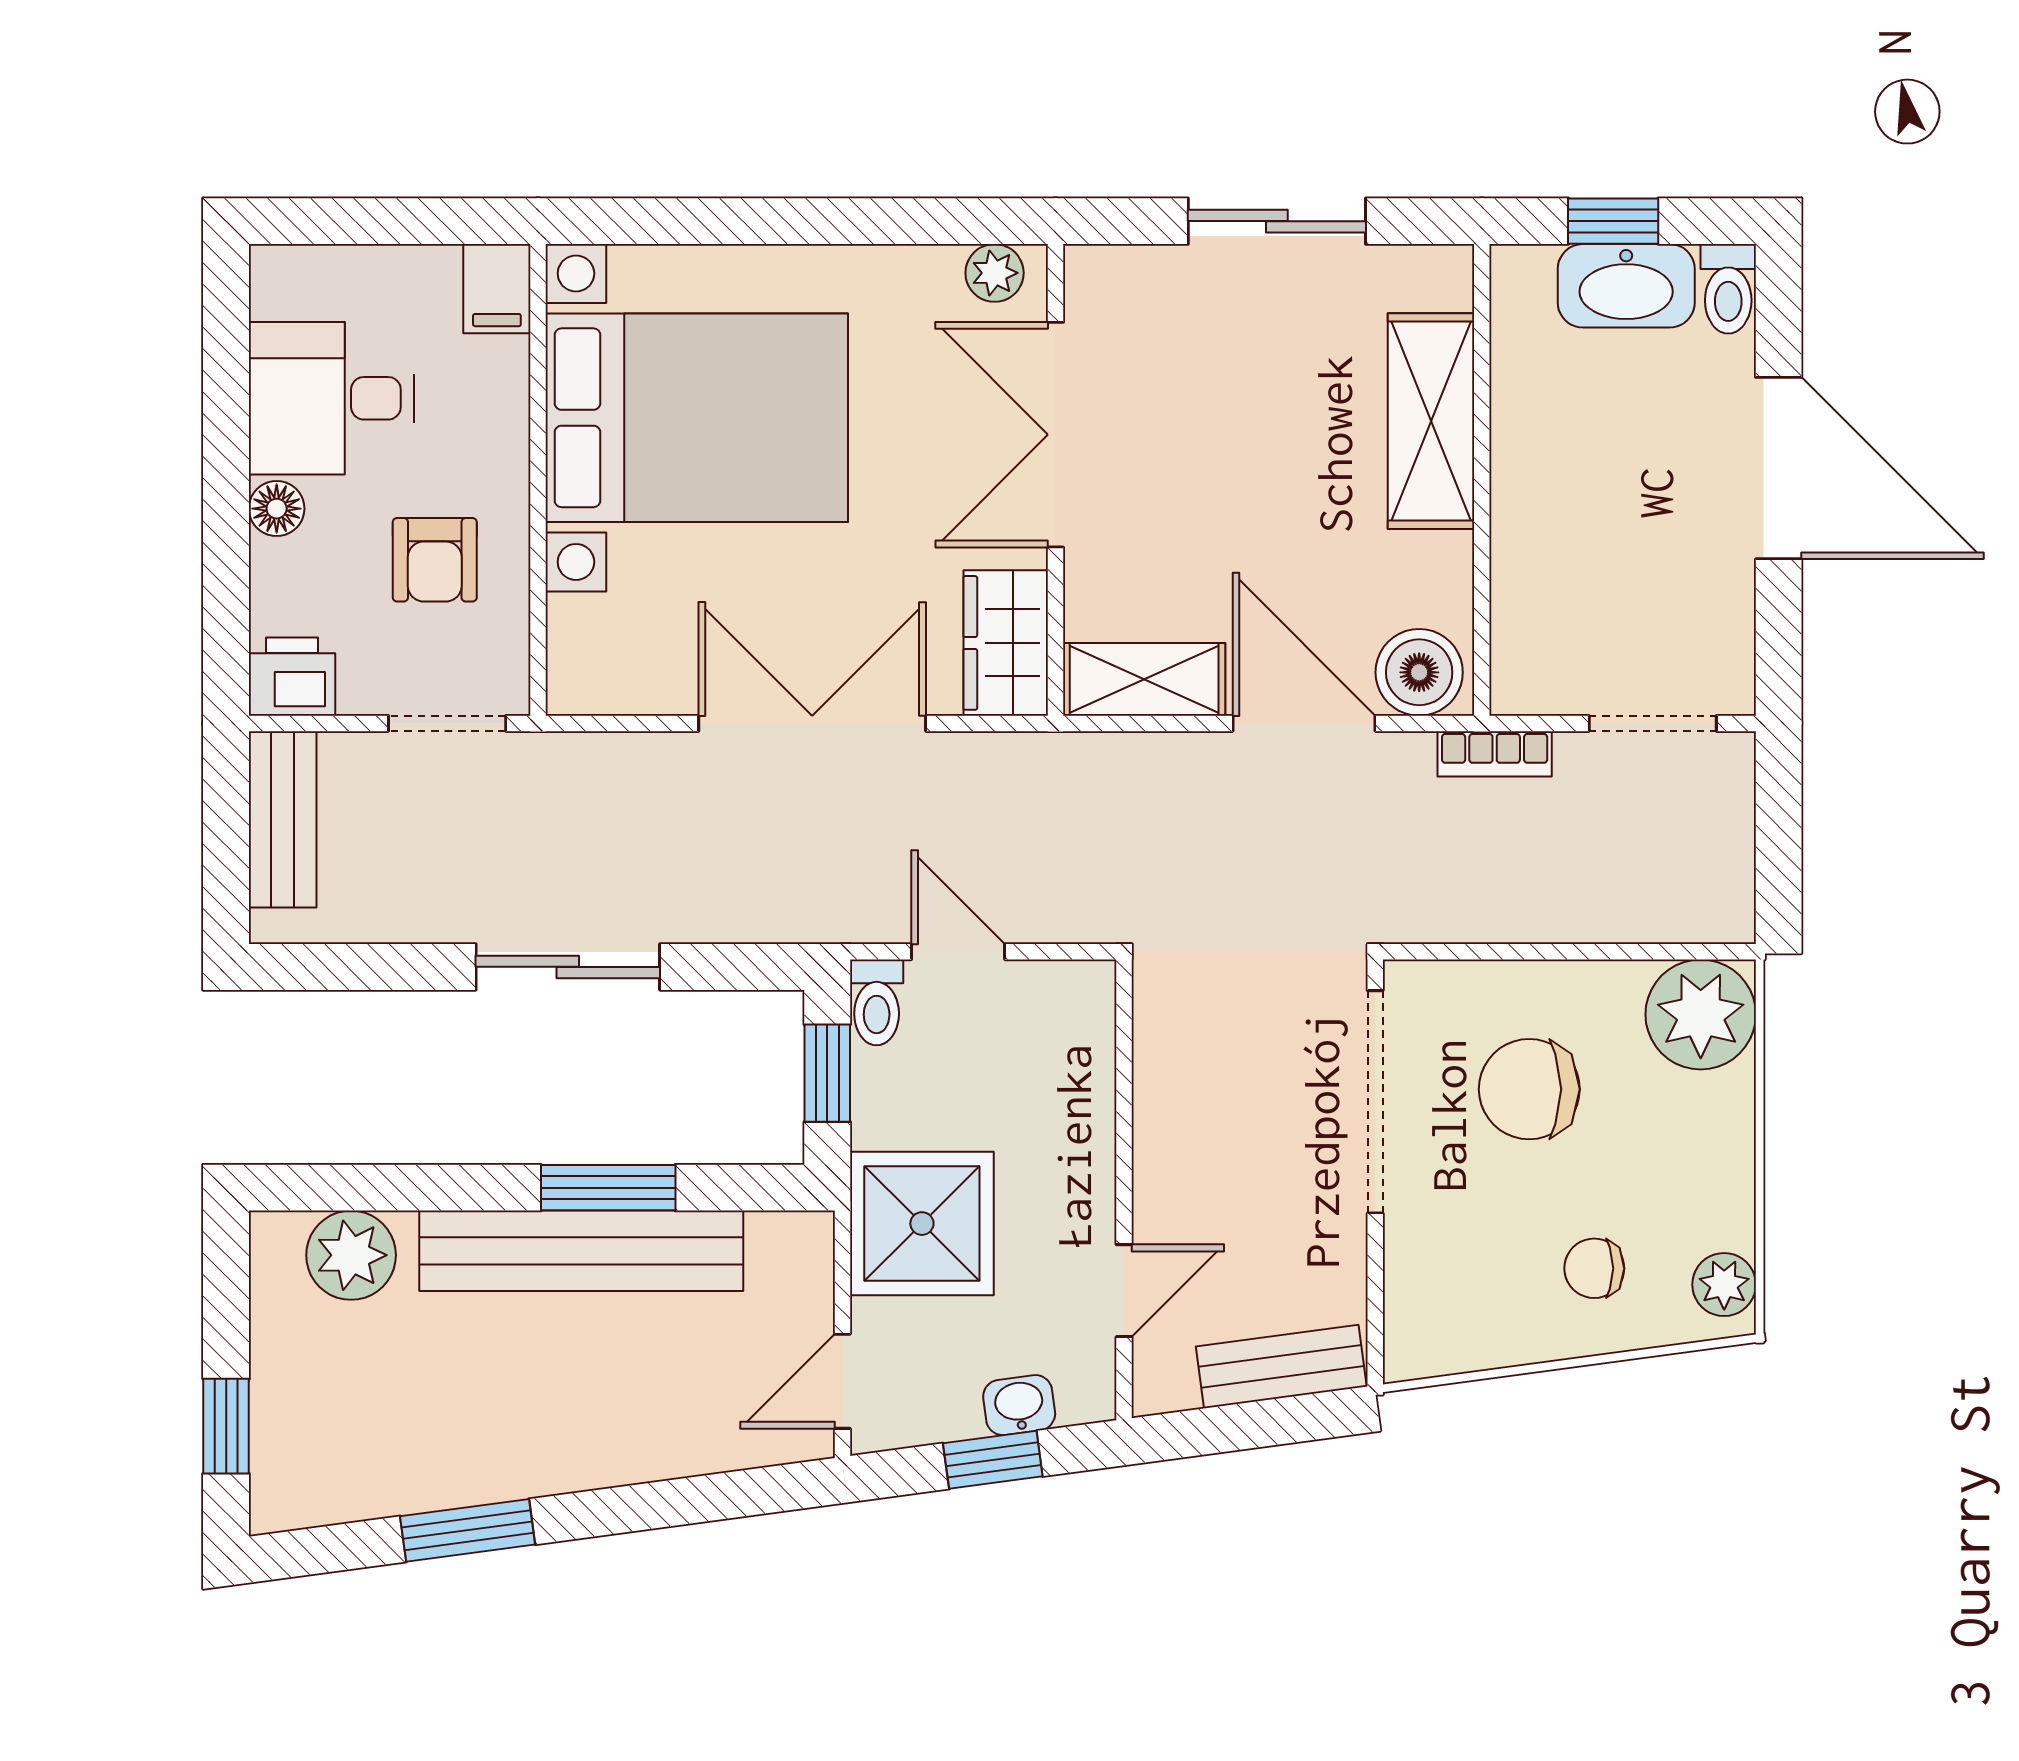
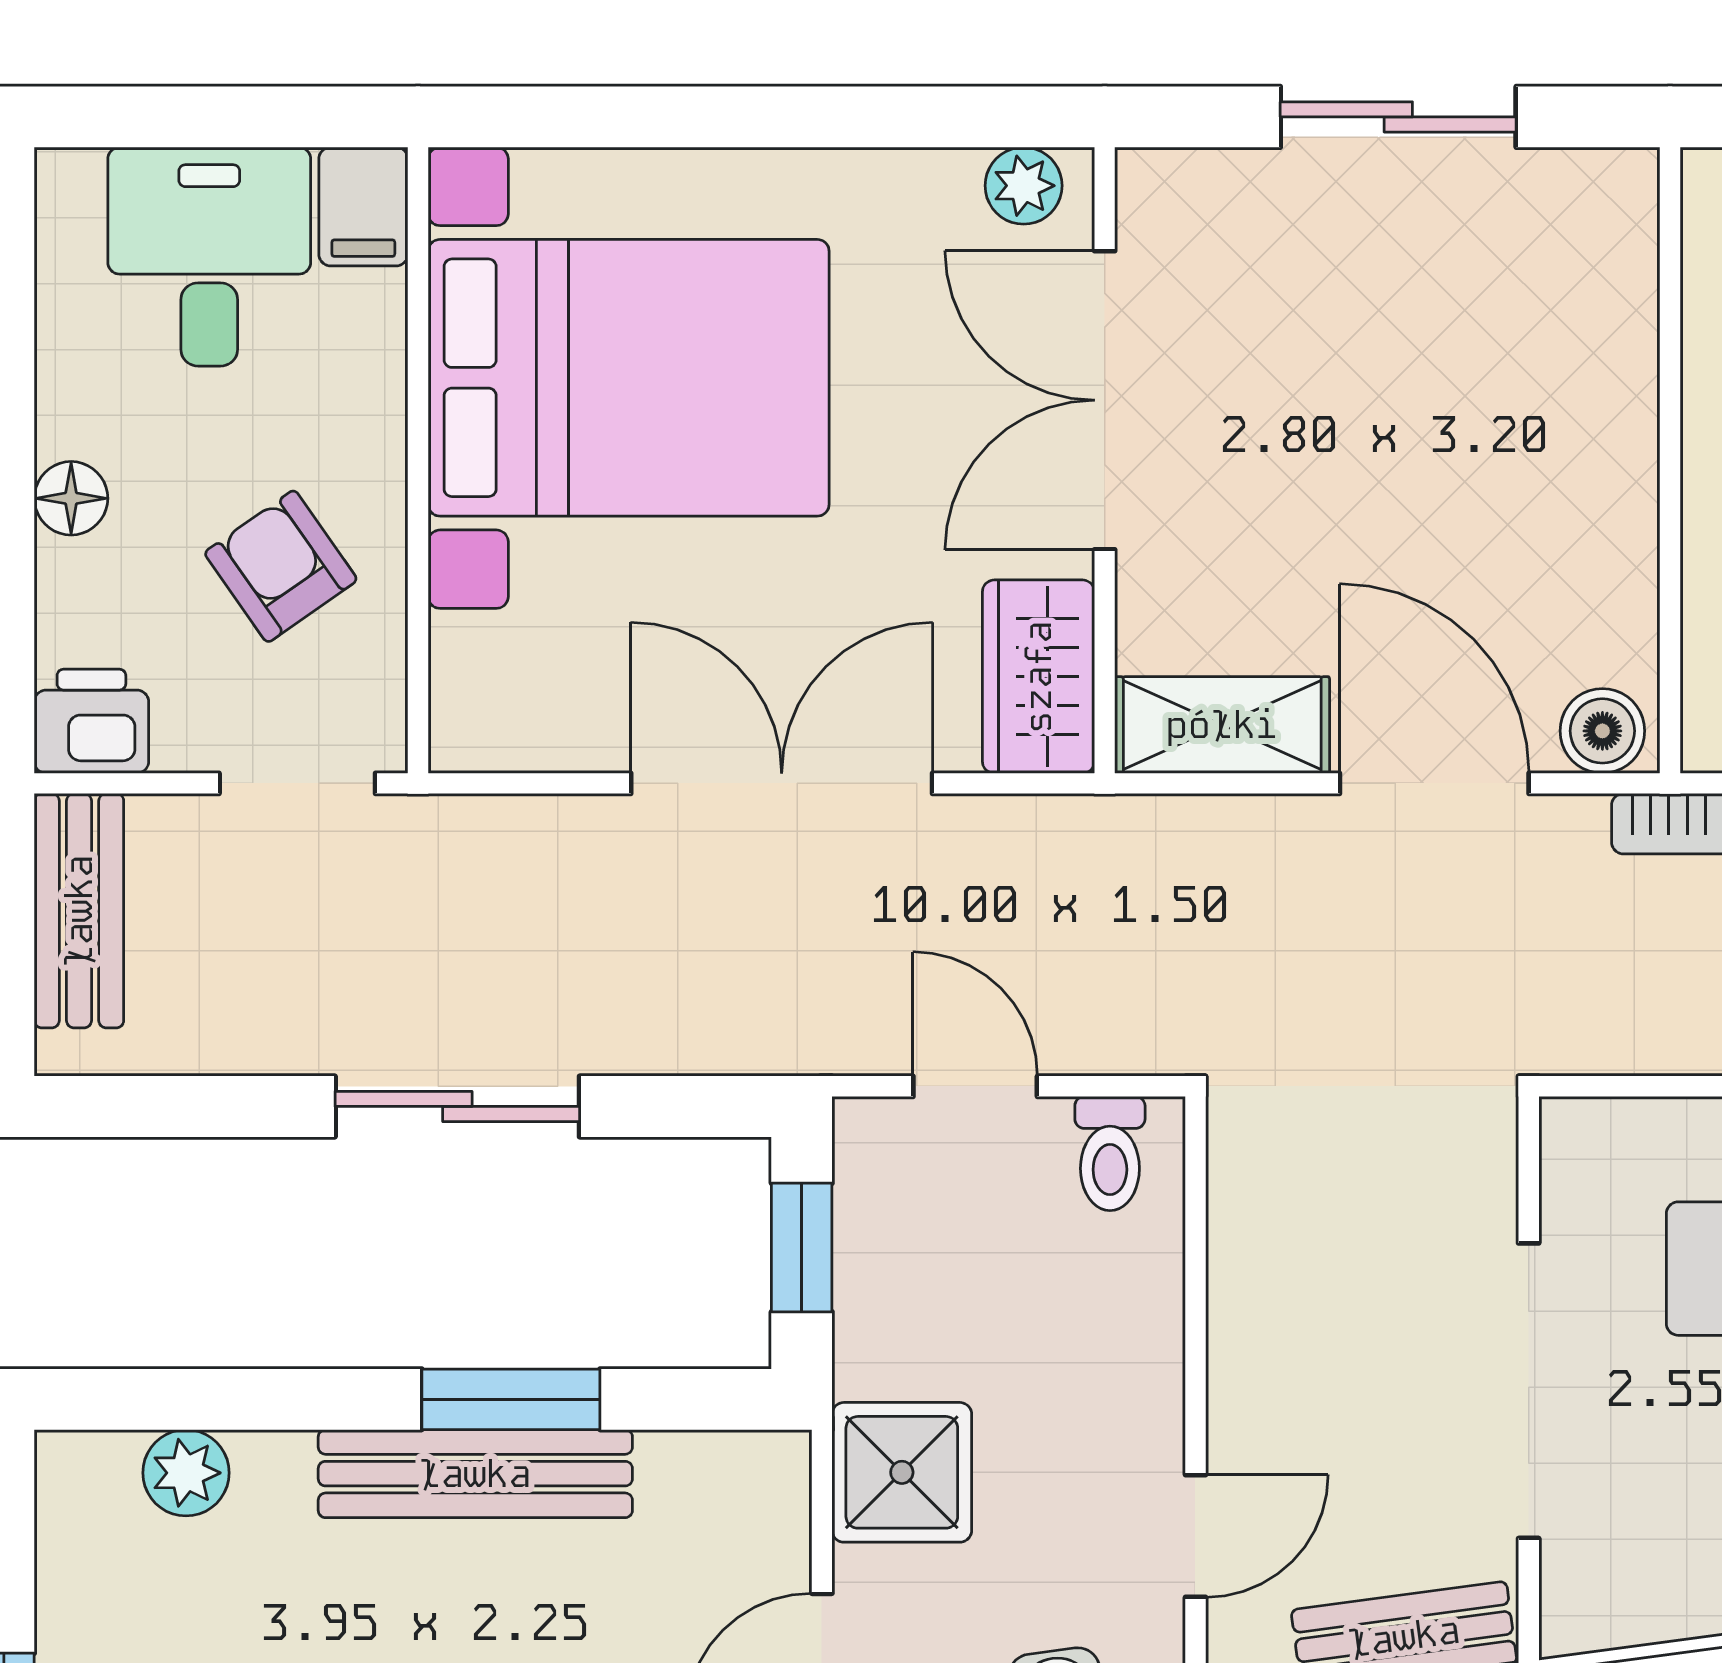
desk: (331, 398) -> (209, 257), moved, turned 90
shelving: (1431, 421) -> (1603, 382), removed
armchair: (435, 560) -> (281, 566), turned 145
boiler: (1419, 672) -> (1602, 731), width x0.73, depth x0.73
toilet: (877, 1002) -> (1110, 1154), moved
doorway: (1375, 1102) -> (1529, 1391), moved
shower: (922, 1224) -> (902, 1472), width x0.73, depth x0.73
bench: (581, 1251) -> (475, 1474), width x0.73, depth x0.82
plant: (351, 1255) -> (186, 1473), width x0.73, depth x0.73

